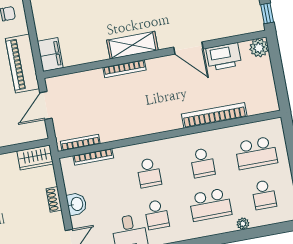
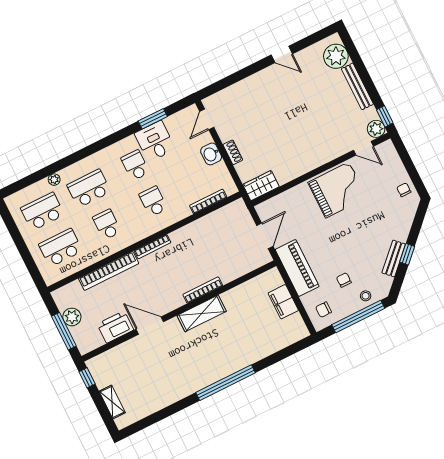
plant: (259, 48) -> (72, 317), moved
filing cabinet: (50, 55) -> (283, 302), moved
window: (277, 67) -> (64, 331), added
bookcase: (80, 142) -> (152, 247), moved
school desk: (264, 195) -> (43, 212), width x1.85

